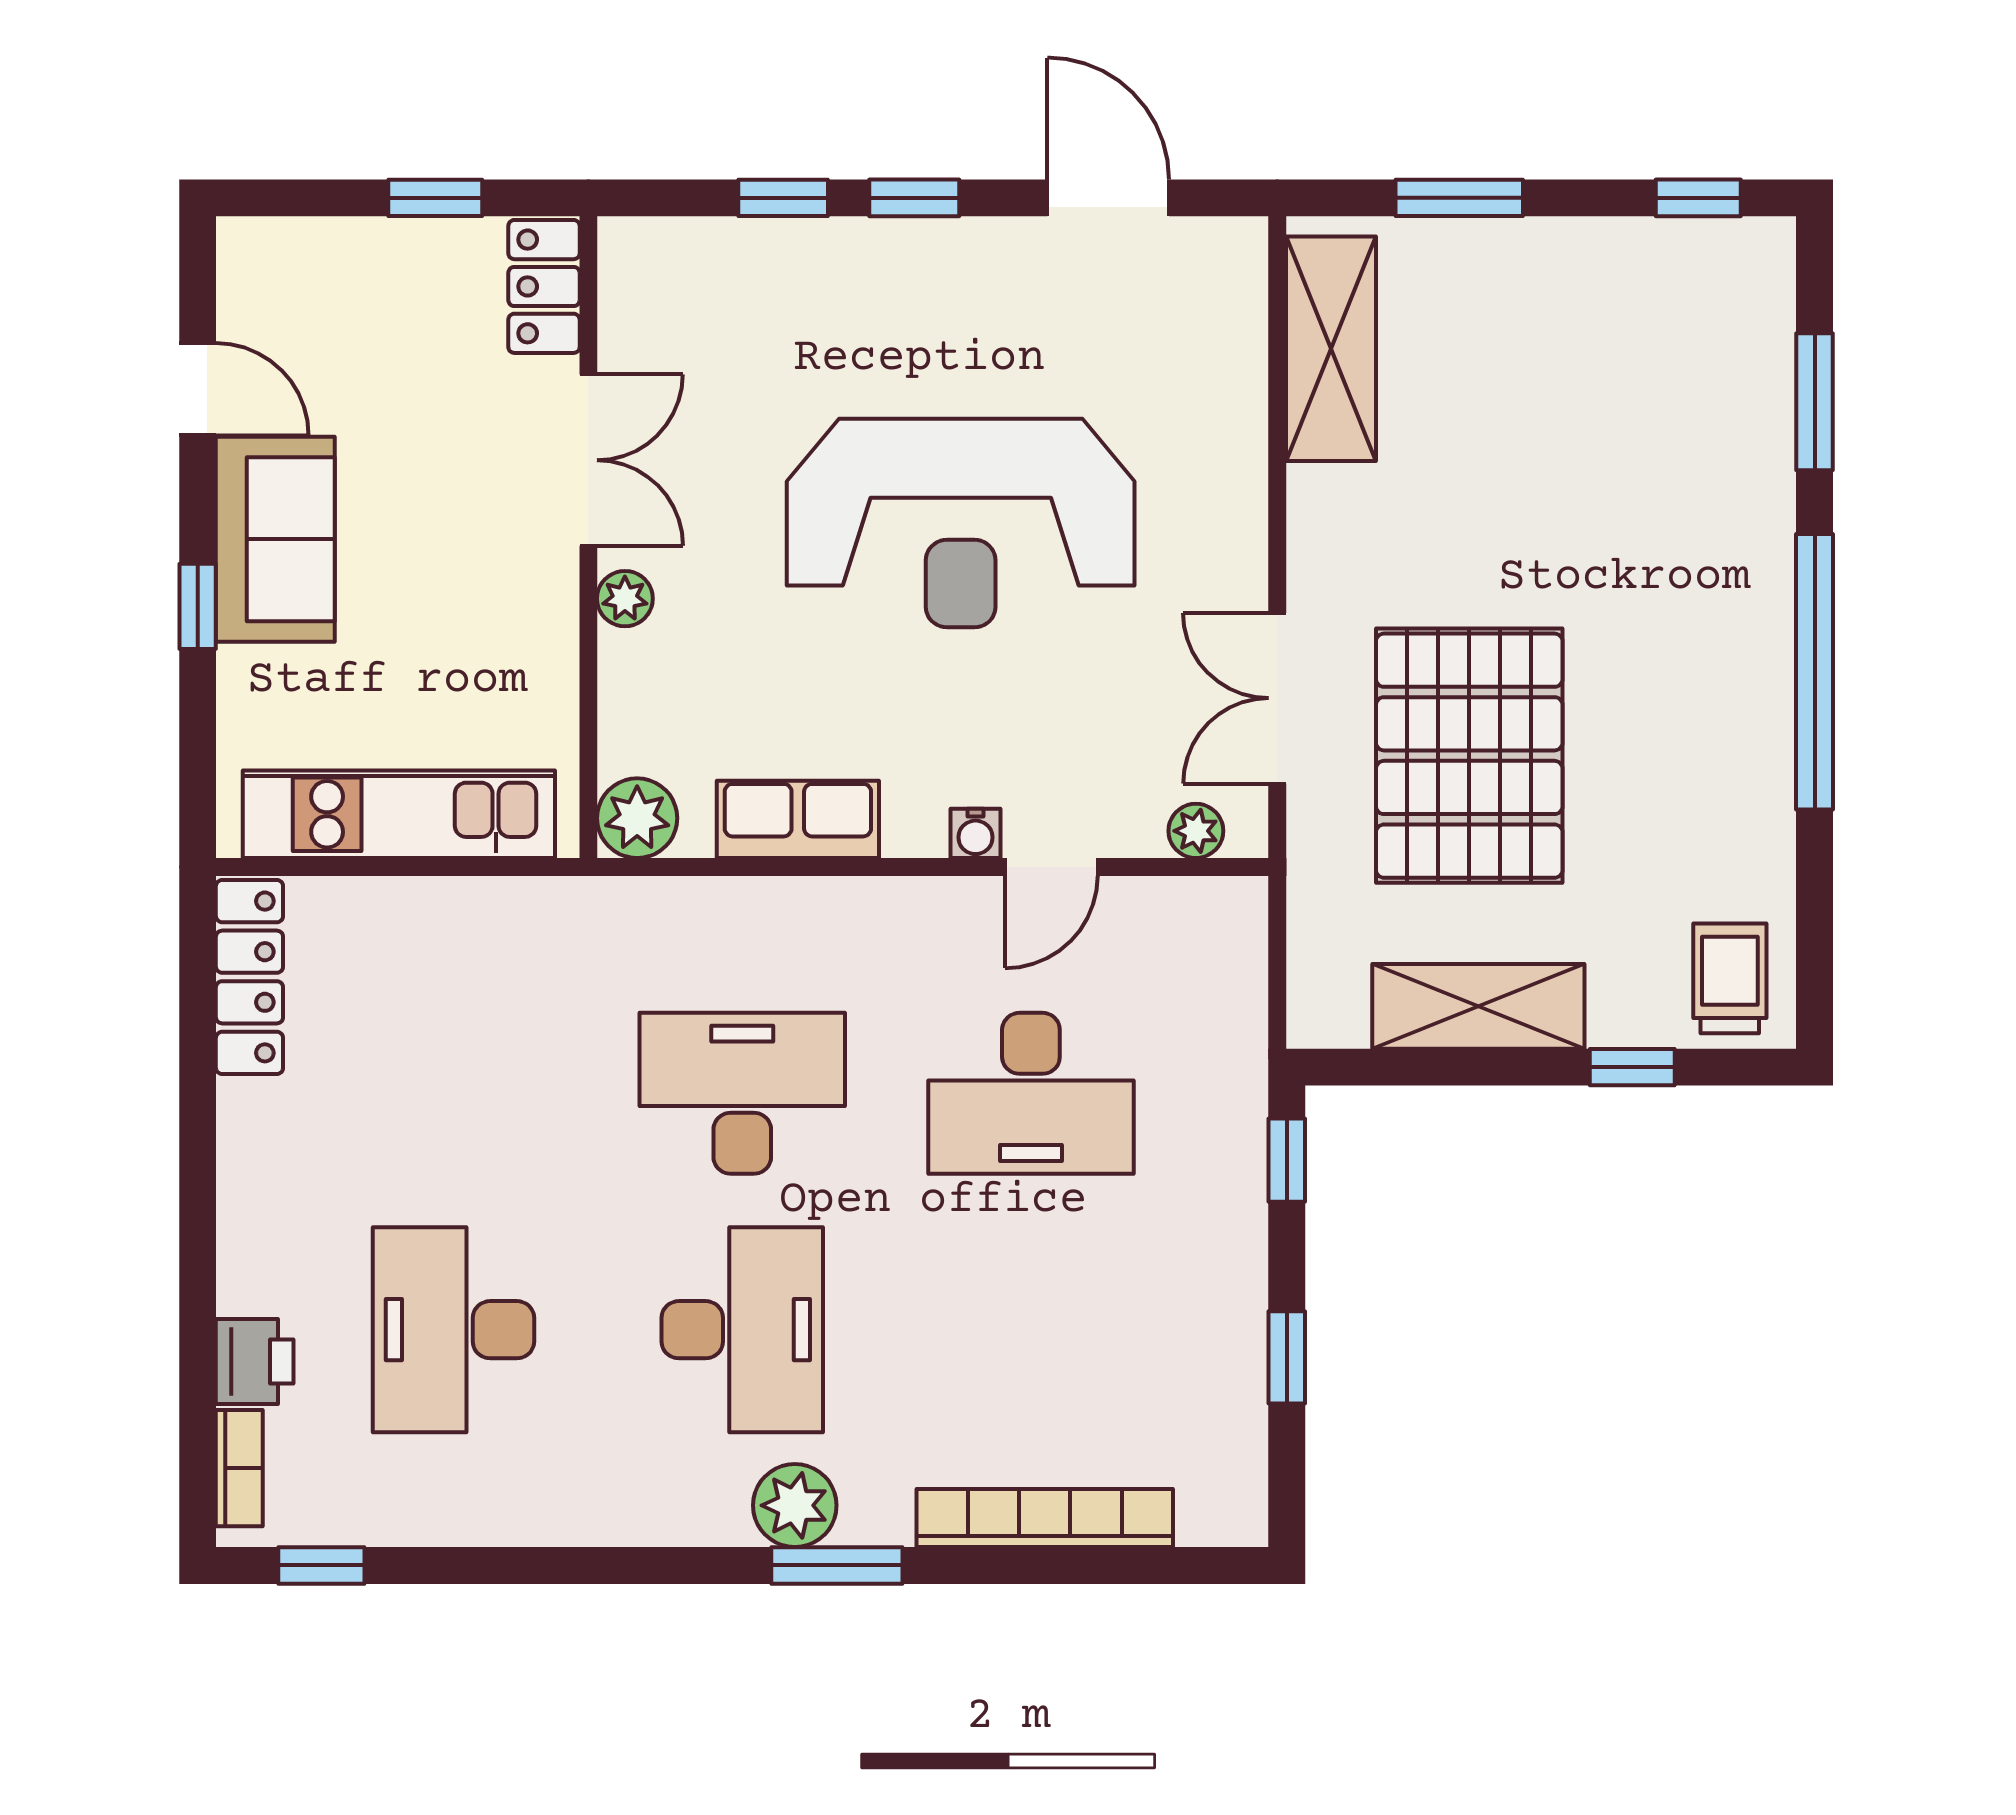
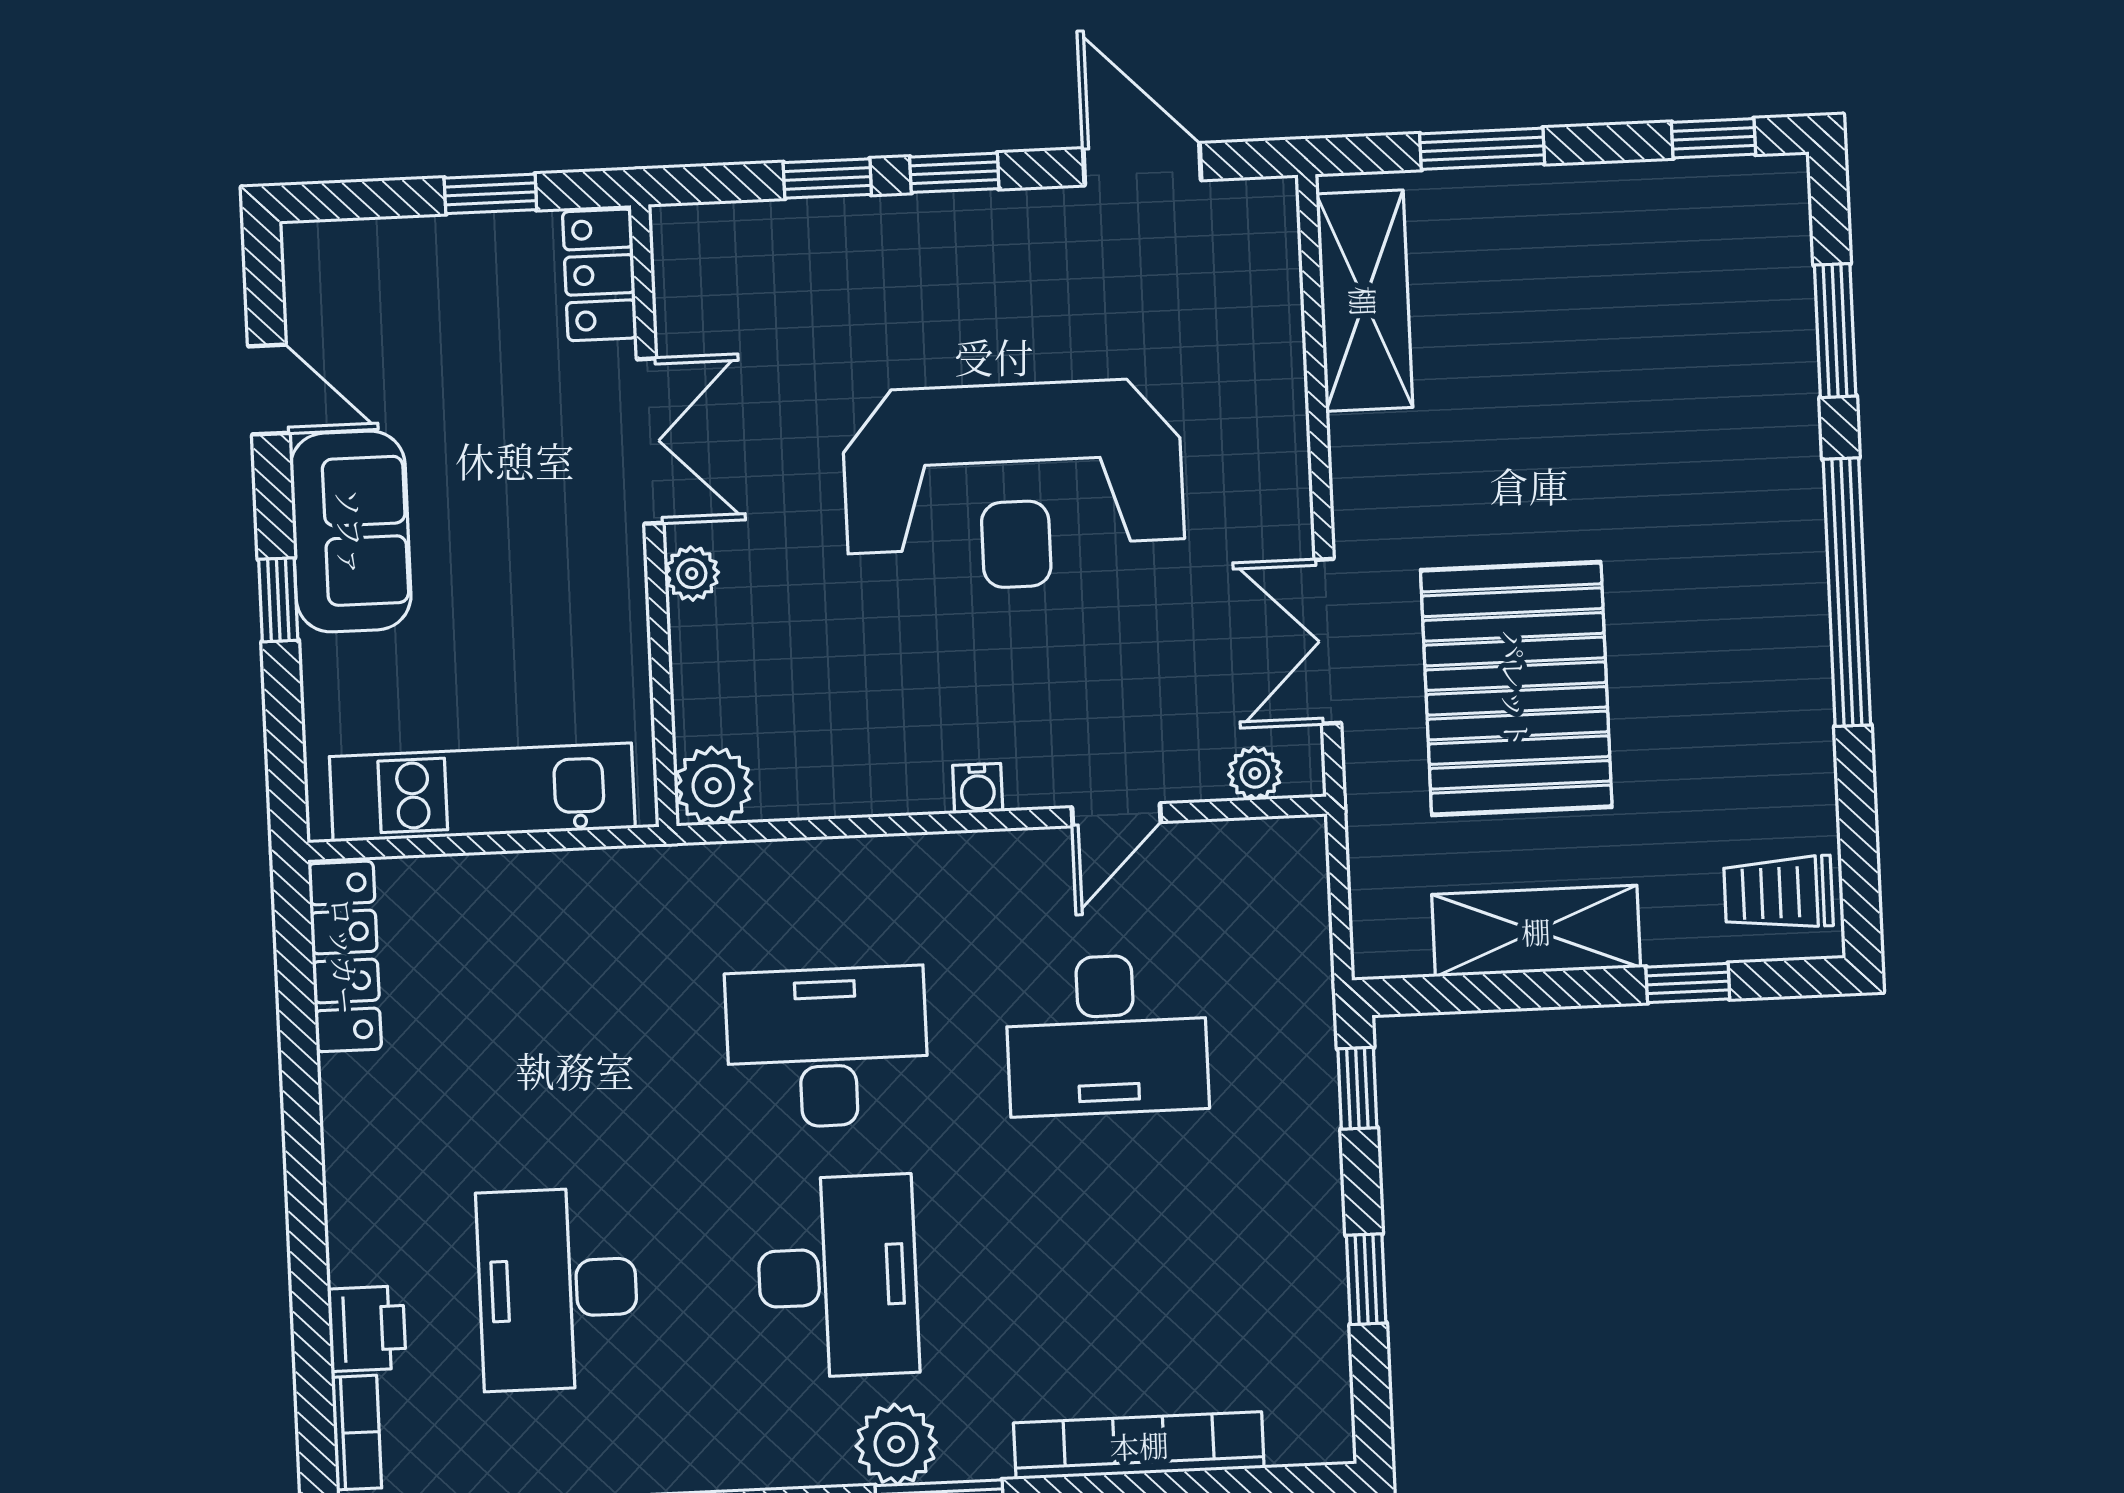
row of seats: (798, 819) -> (869, 780), removed
water cooler: (976, 833) -> (978, 788), moved
trolley: (1730, 978) -> (1778, 893), turned -90

